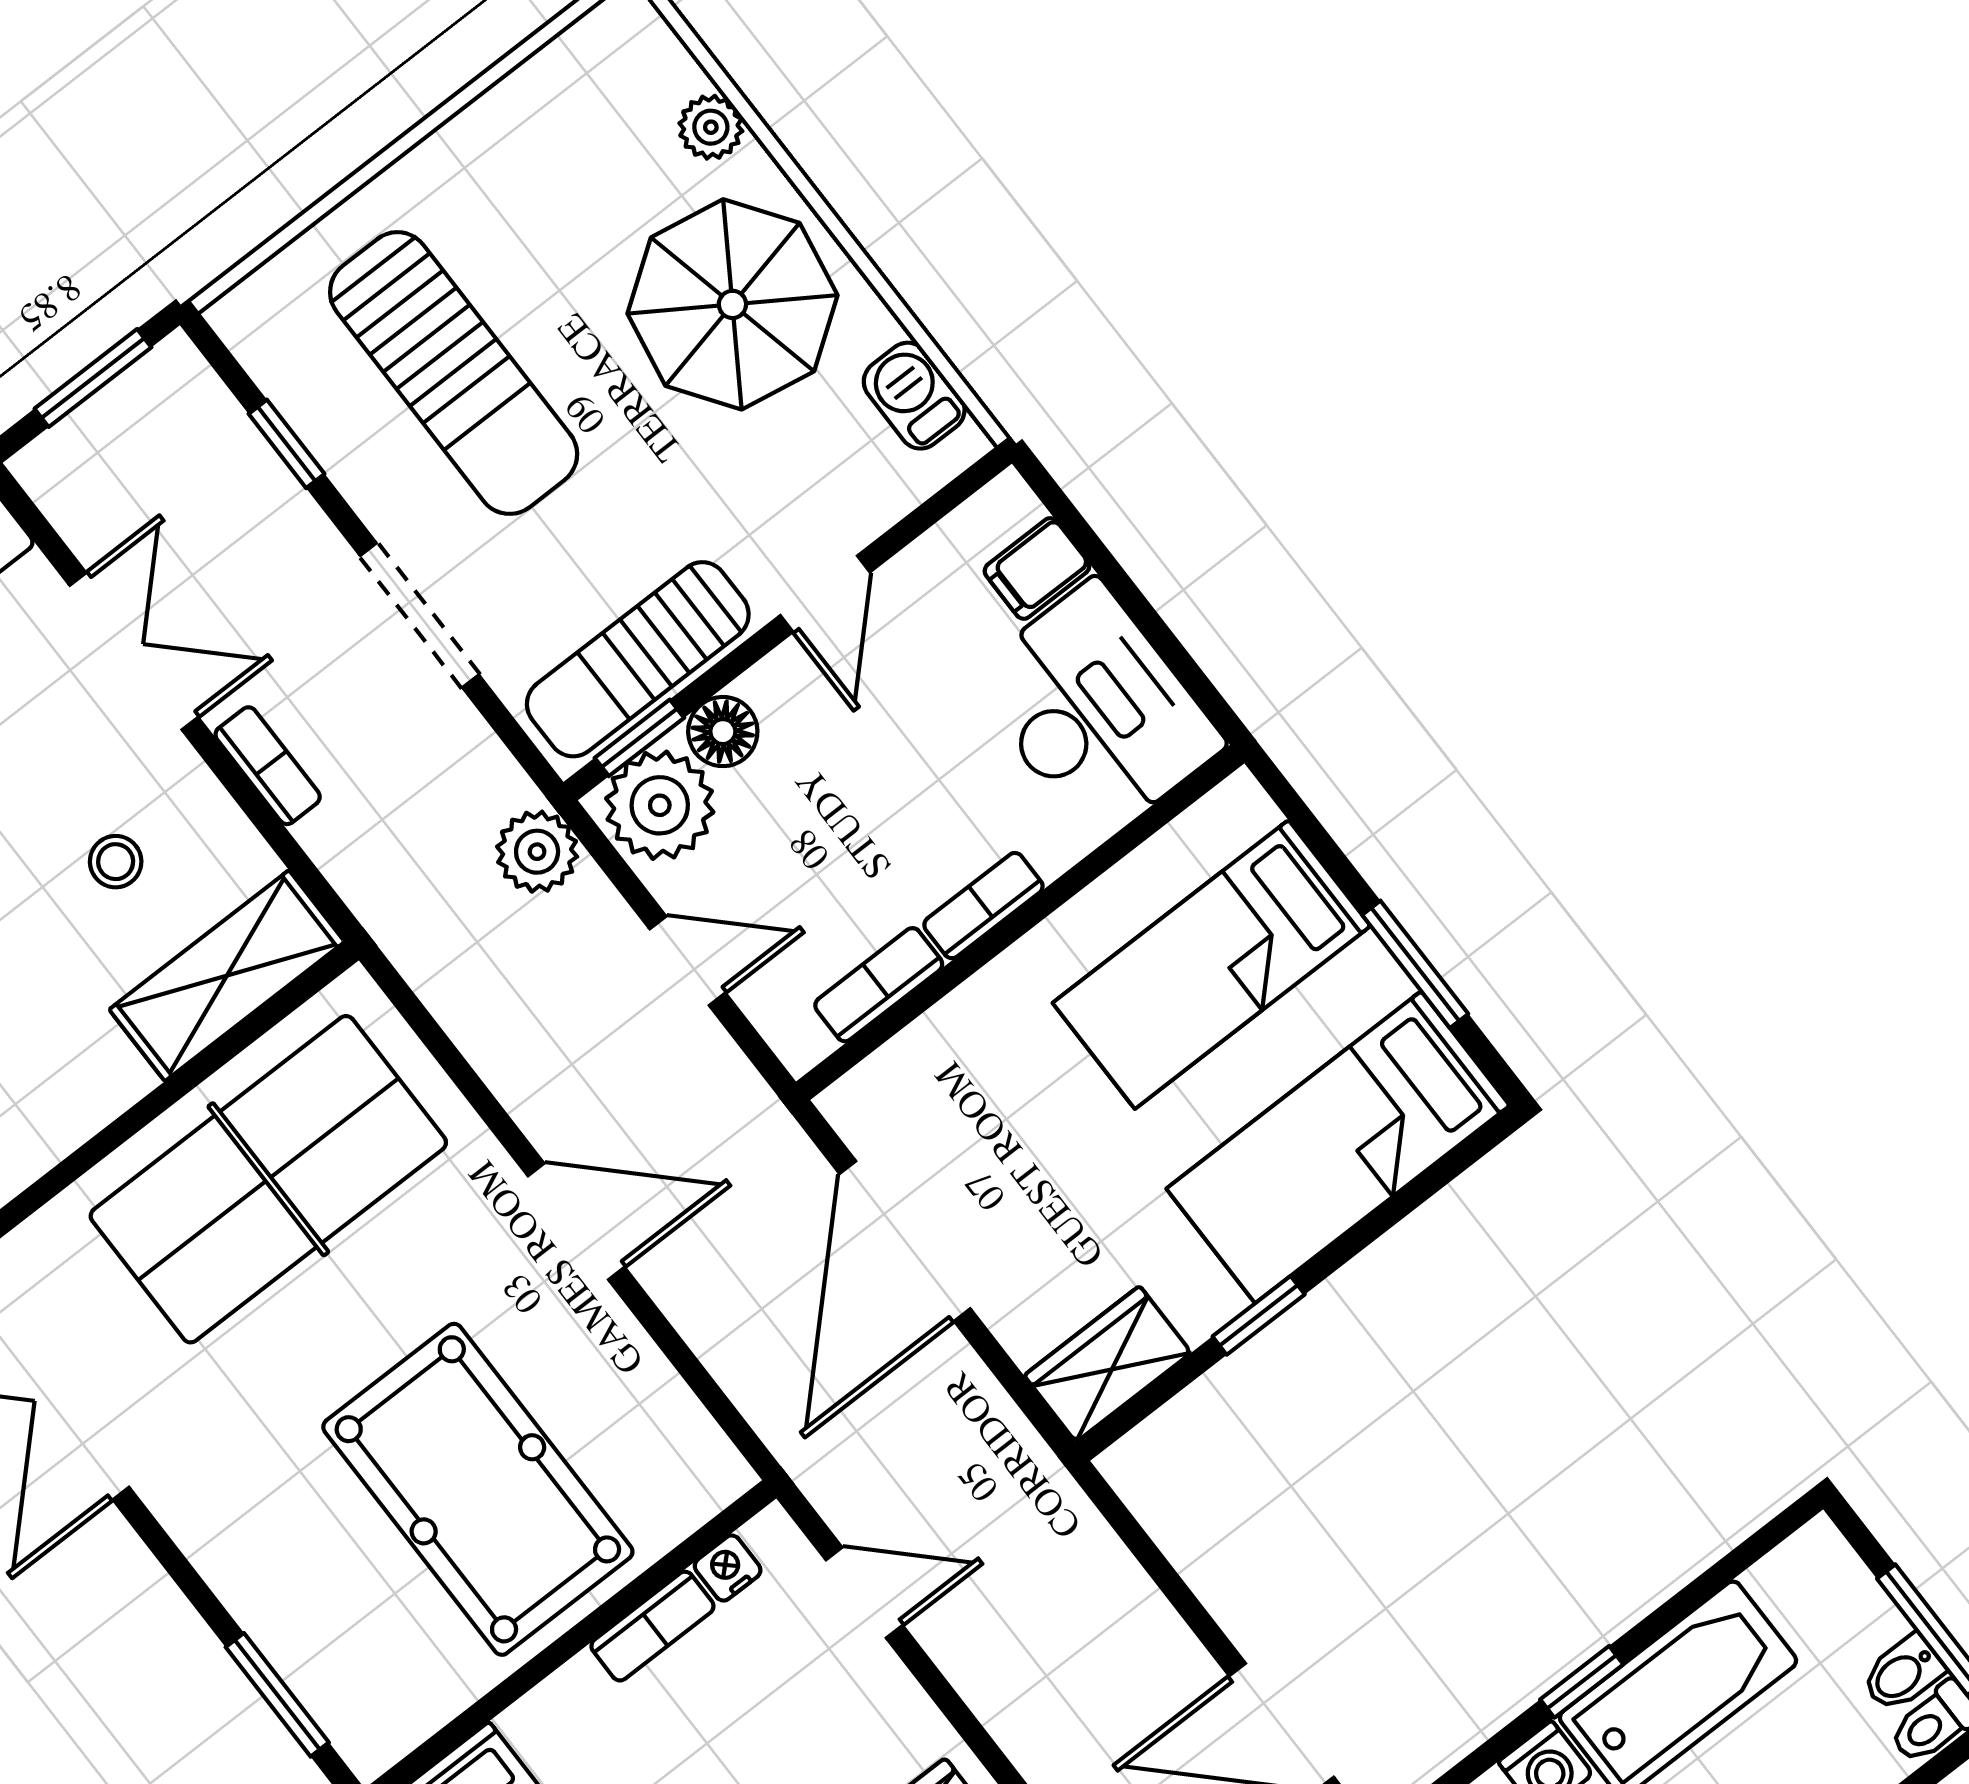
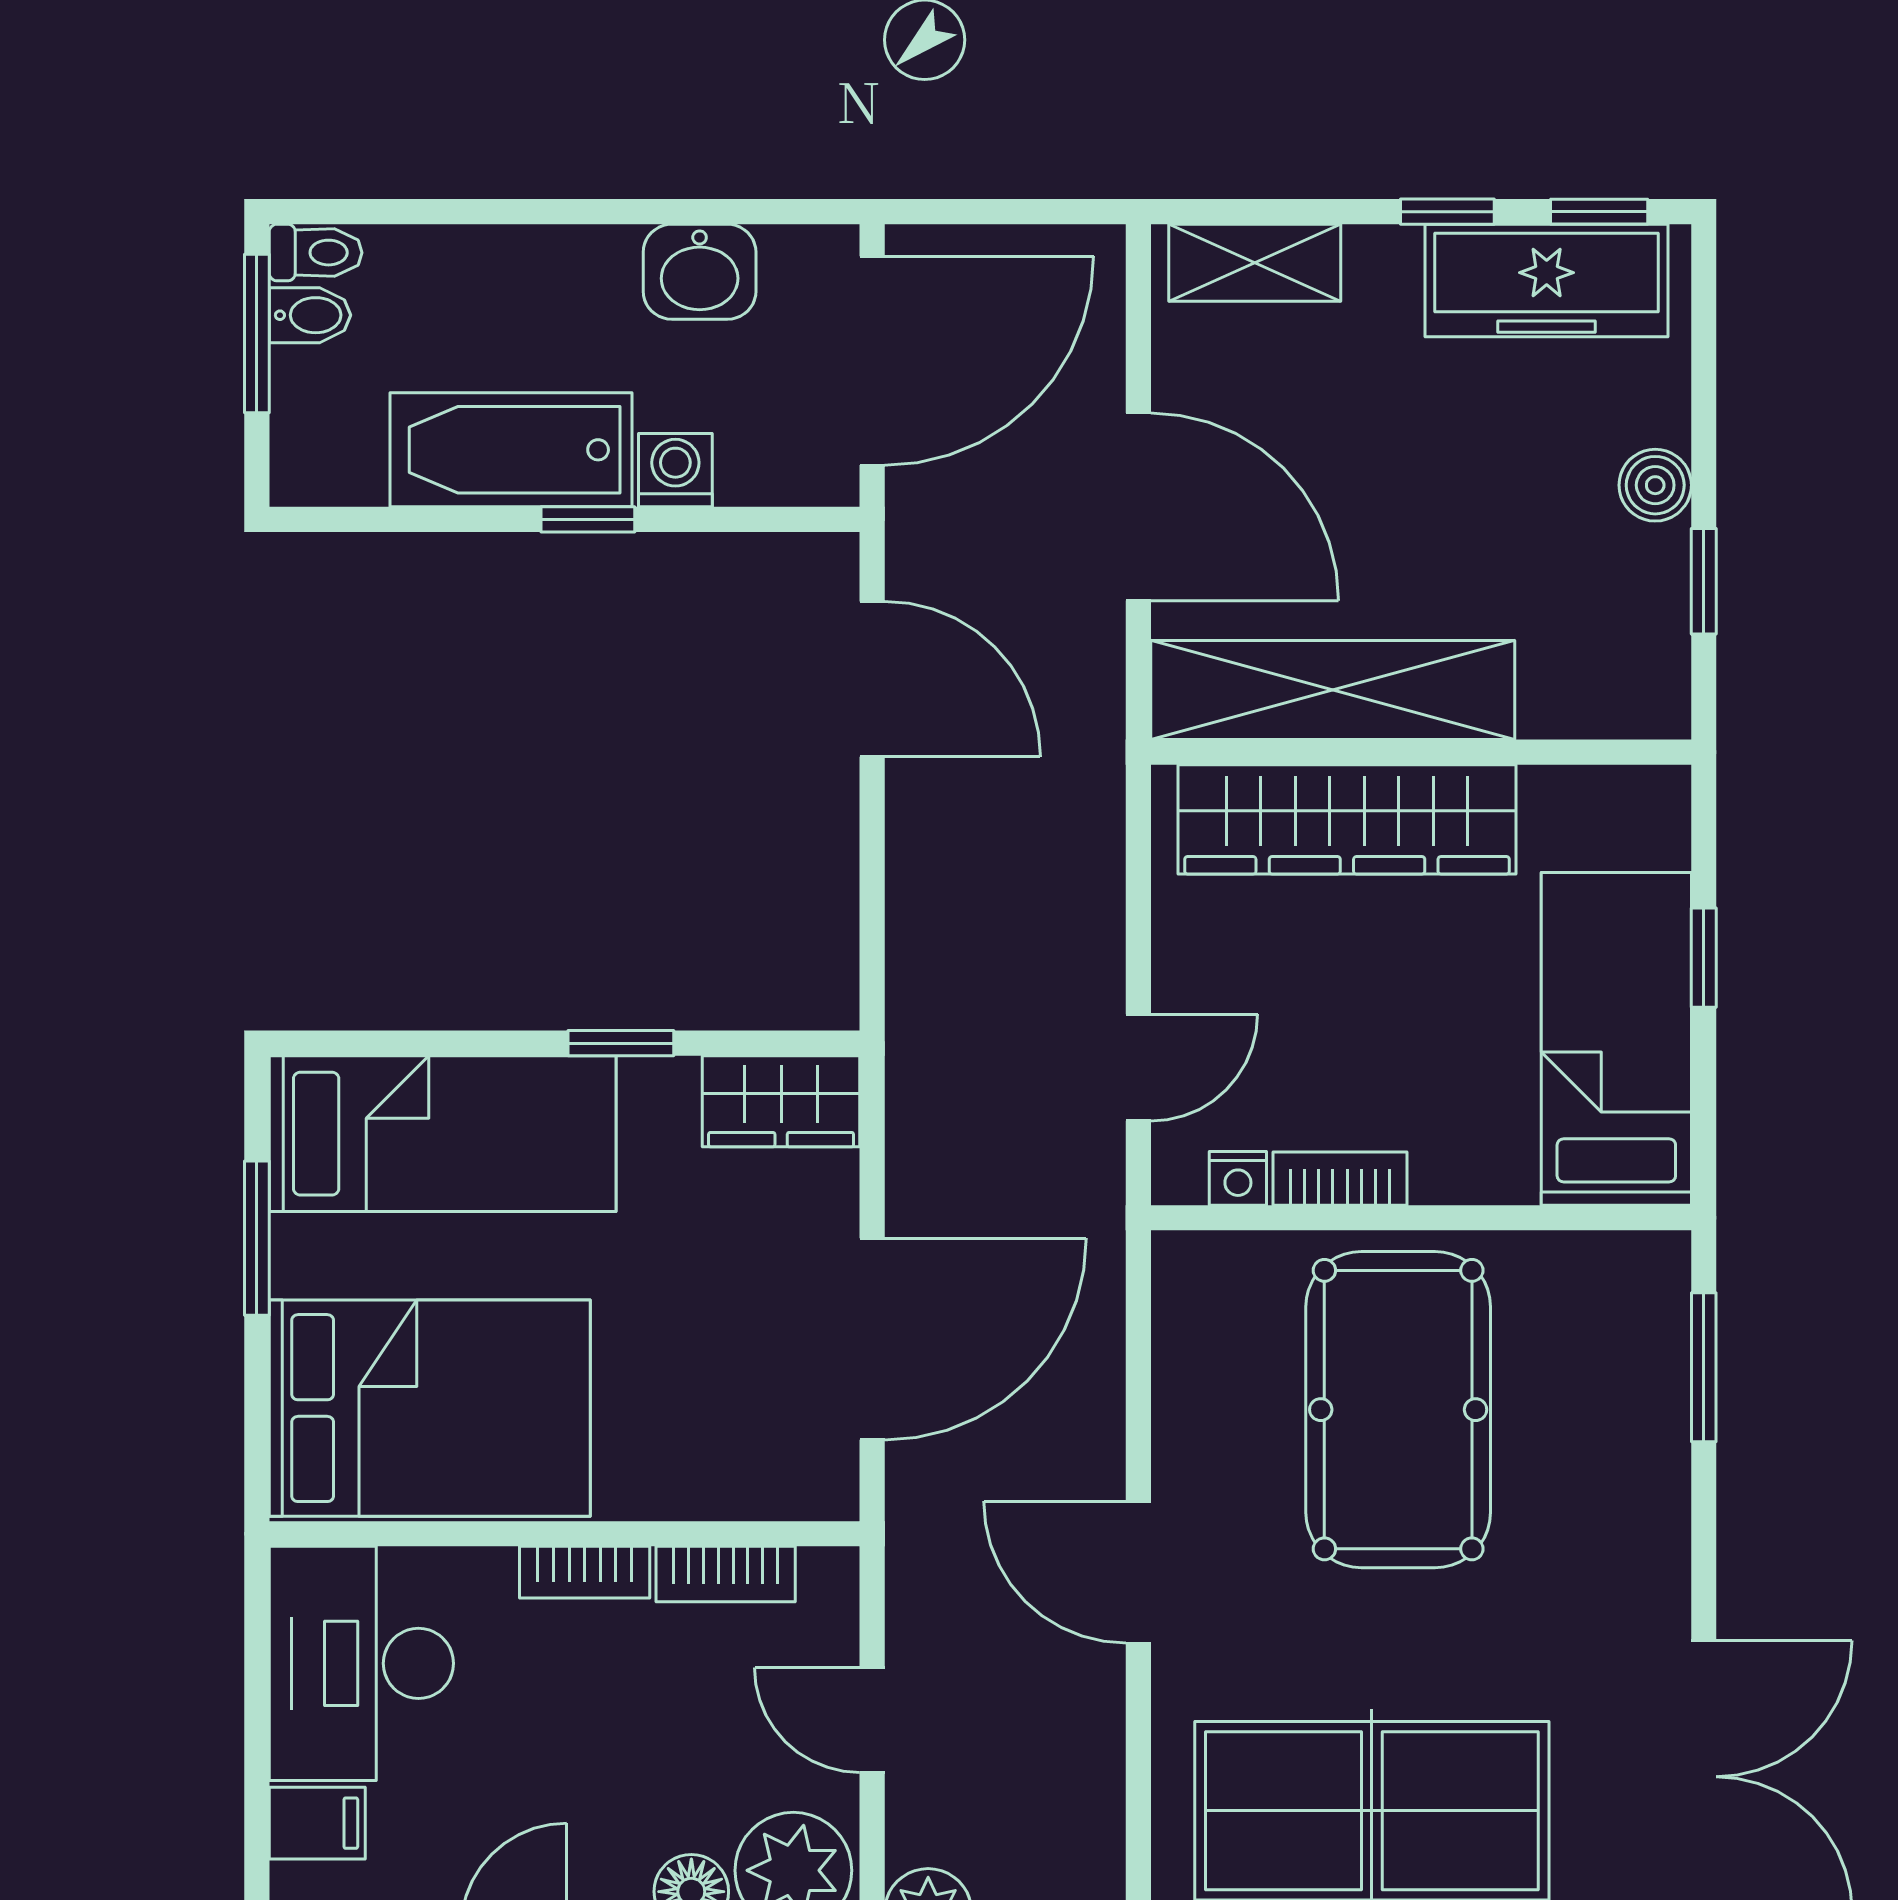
bed: (1212, 964) -> (430, 1408), width x1.50
door: (864, 1593) -> (1138, 1068), swing flipped

